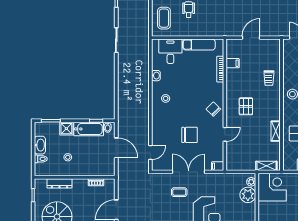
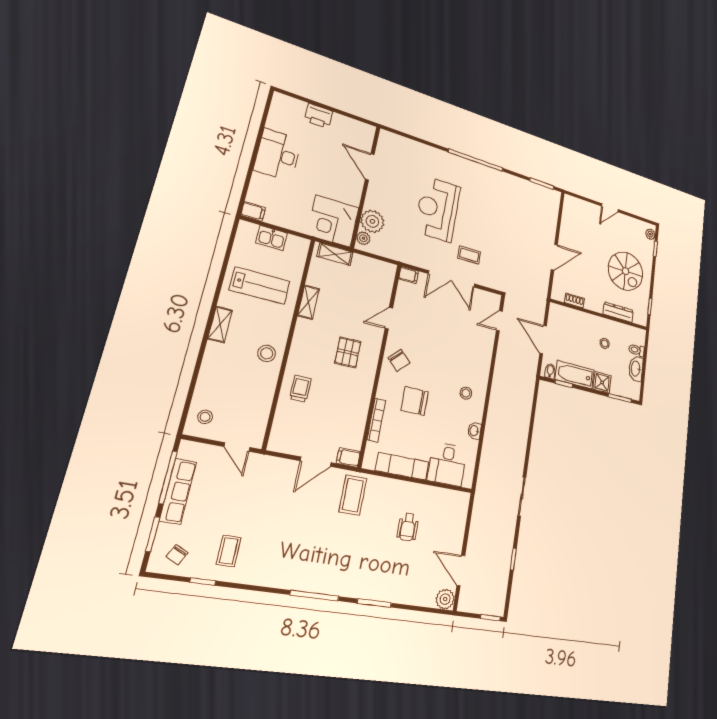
coffee table: (164, 18) -> (353, 495), moved
filing cabinet: (233, 63) -> (348, 457), moved
chair: (190, 135) -> (415, 401), moved

